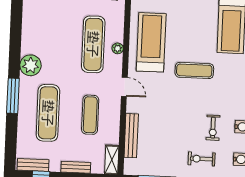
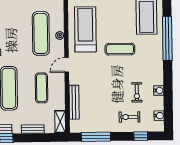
door: (124, 87) -> (67, 65), swing flipped

